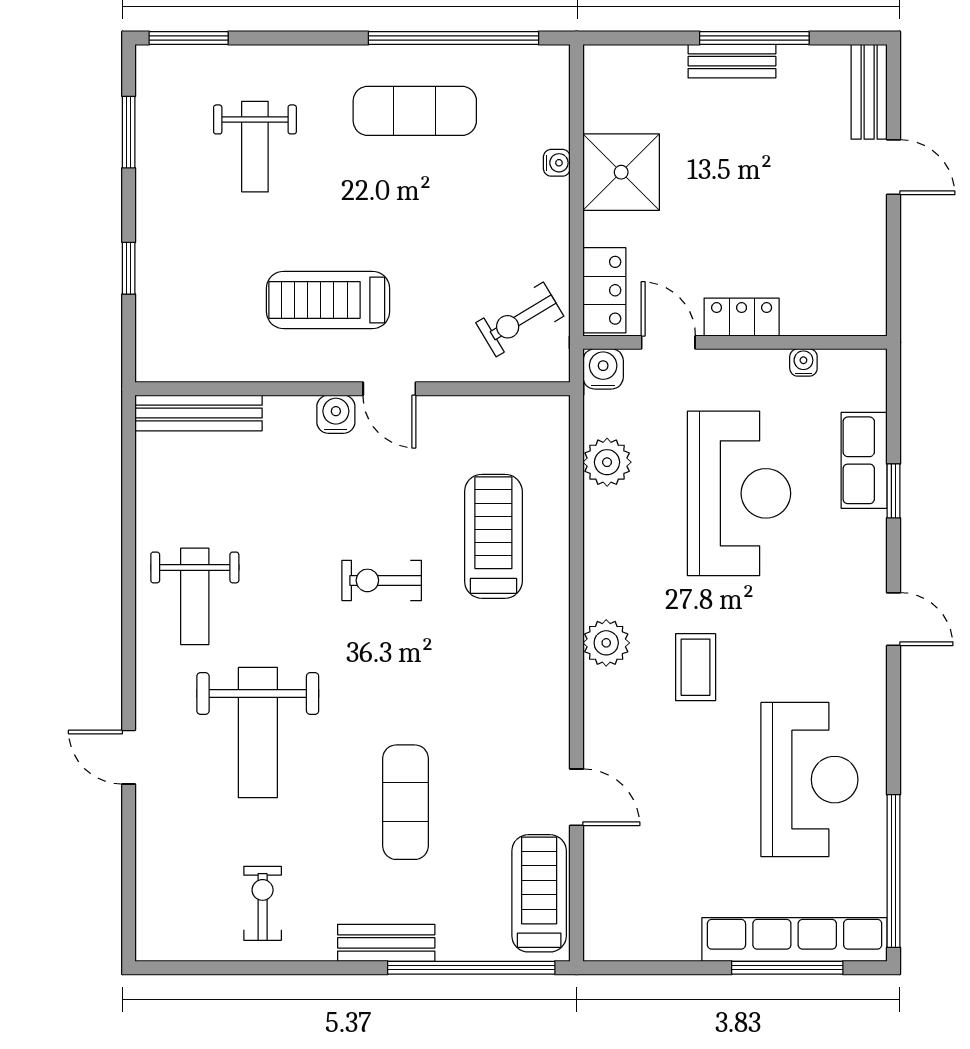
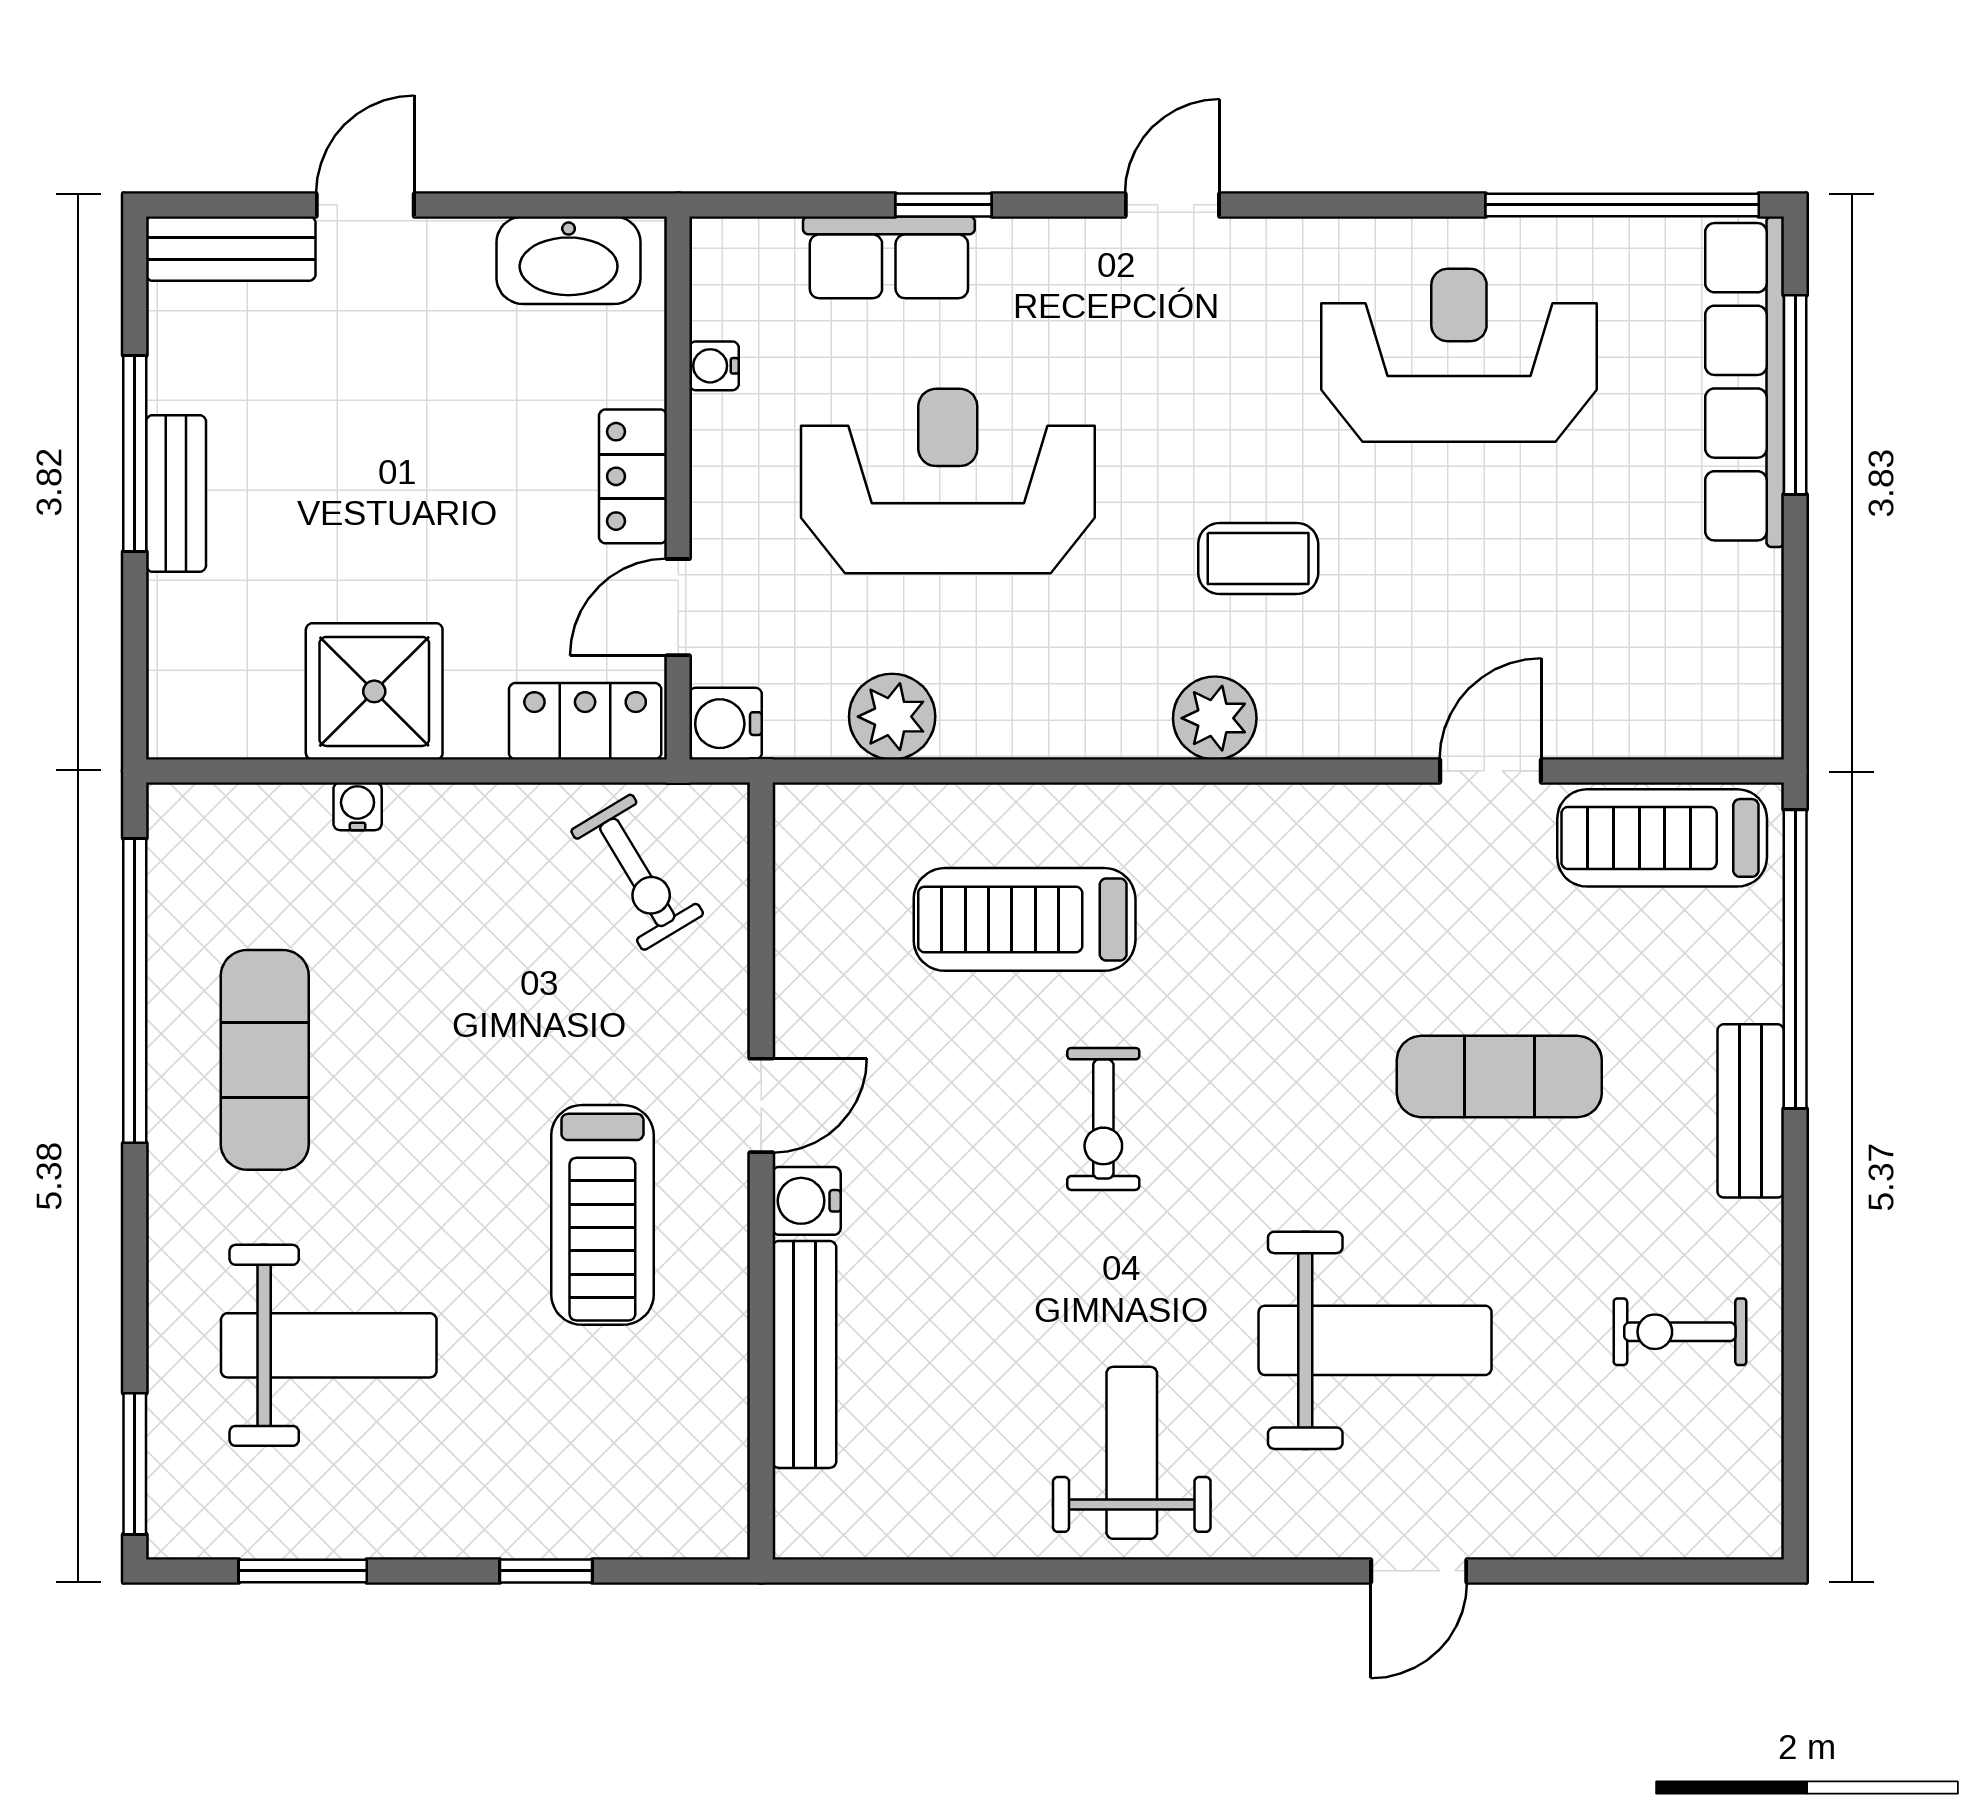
weight bench: (255, 147) -> (329, 1345), width x1.36, depth x1.33
washbasin: (863, 281) -> (569, 260), added
bench: (199, 413) -> (804, 1354), moved
weight bench: (195, 596) -> (1132, 1453), turned -90

